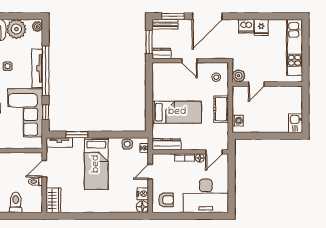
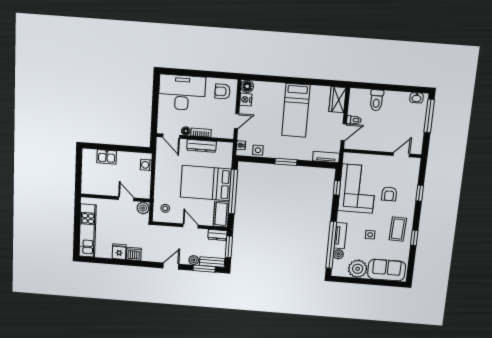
door: (207, 16) -> (171, 266), width x0.53
plant: (184, 25) -> (194, 260), added
plant: (37, 26) -> (338, 254), moved
tv unit: (37, 68) -> (340, 236), width x0.71
window: (46, 71) -> (331, 245), moved
door: (256, 84) -> (126, 199), hinge flipped
window: (149, 100) -> (233, 192), added
cot: (221, 109) -> (221, 214), moved
bed: (177, 112) -> (206, 183), width x1.50
kitchen sink: (295, 123) -> (107, 157), moved, turned 90
window: (77, 135) -> (286, 162), moved
dresser: (167, 144) -> (201, 146), moved
door: (214, 152) -> (171, 136), swing flipped
bed: (96, 164) -> (296, 110), moved, turned 180

